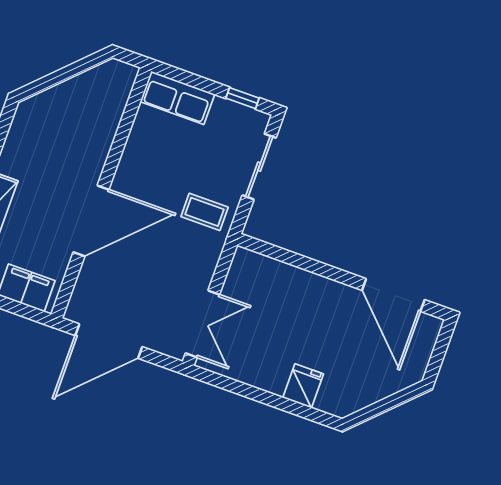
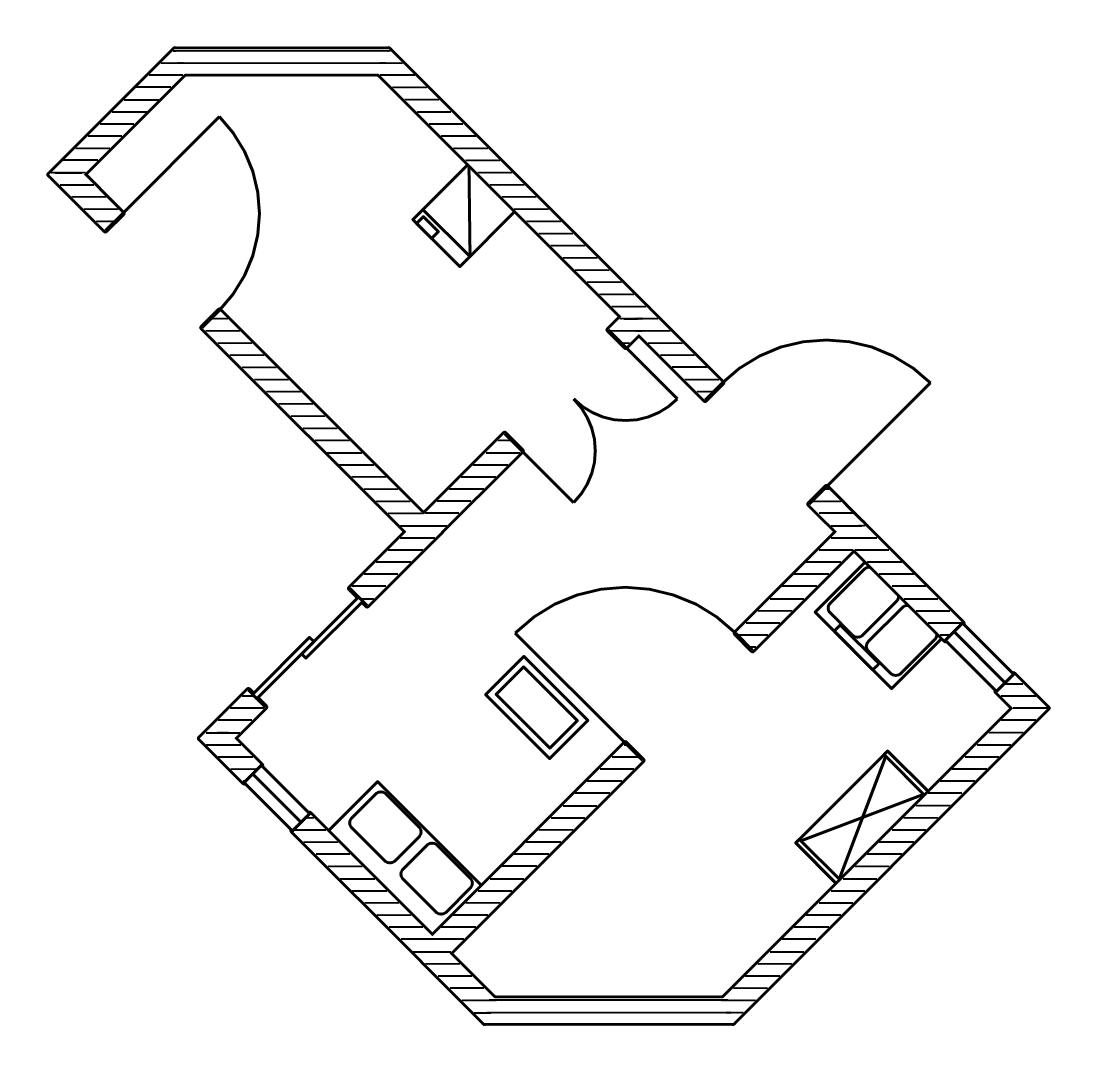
coffee table: (205, 212) -> (537, 707), moved
double door: (203, 324) -> (565, 390), swing flipped
fridge: (303, 386) -> (464, 215), moved

